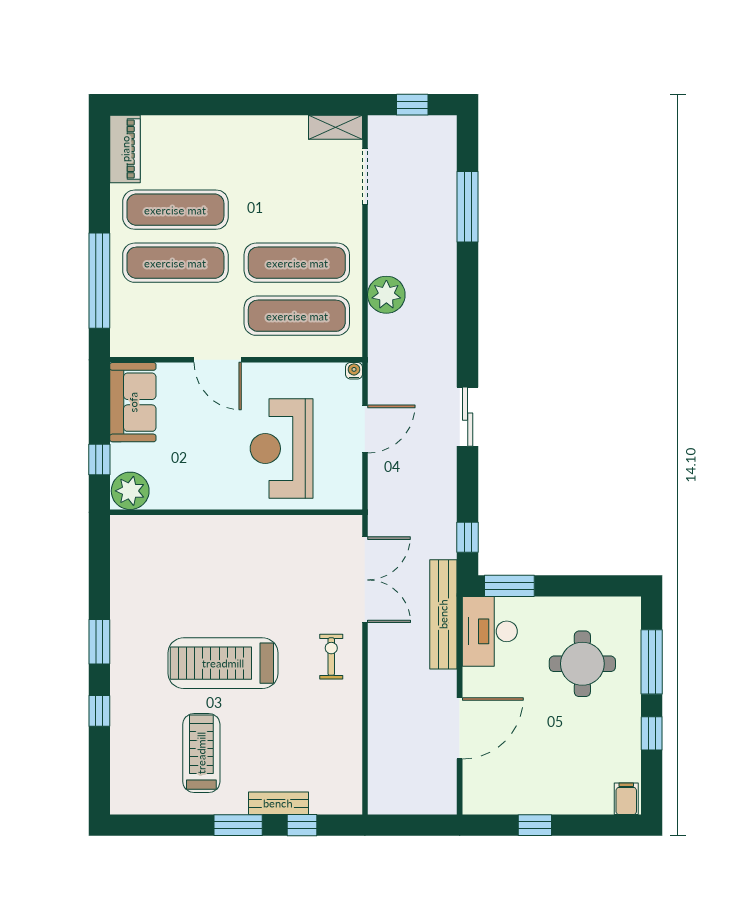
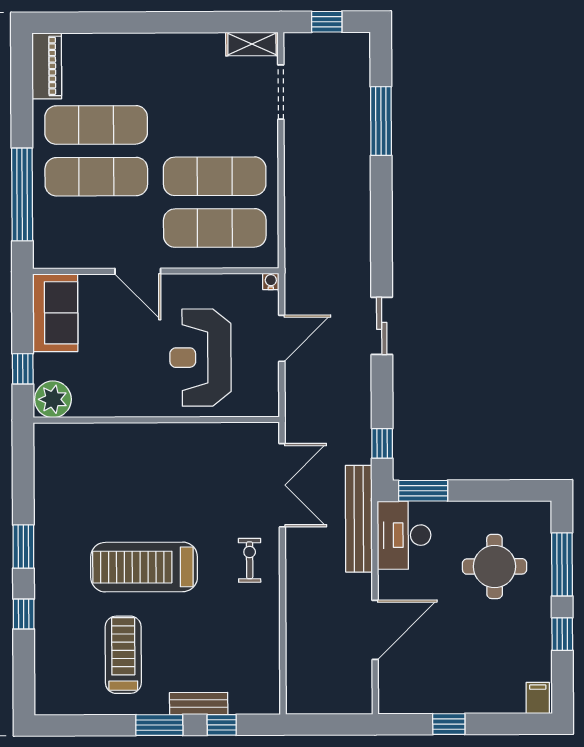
plant: (386, 295) -> (302, 207), removed

